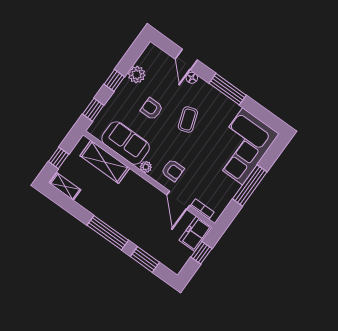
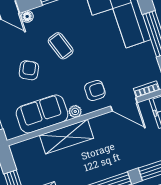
armchair: (152, 109) -> (29, 70), turned 117
shelving: (105, 162) -> (67, 137), moved

